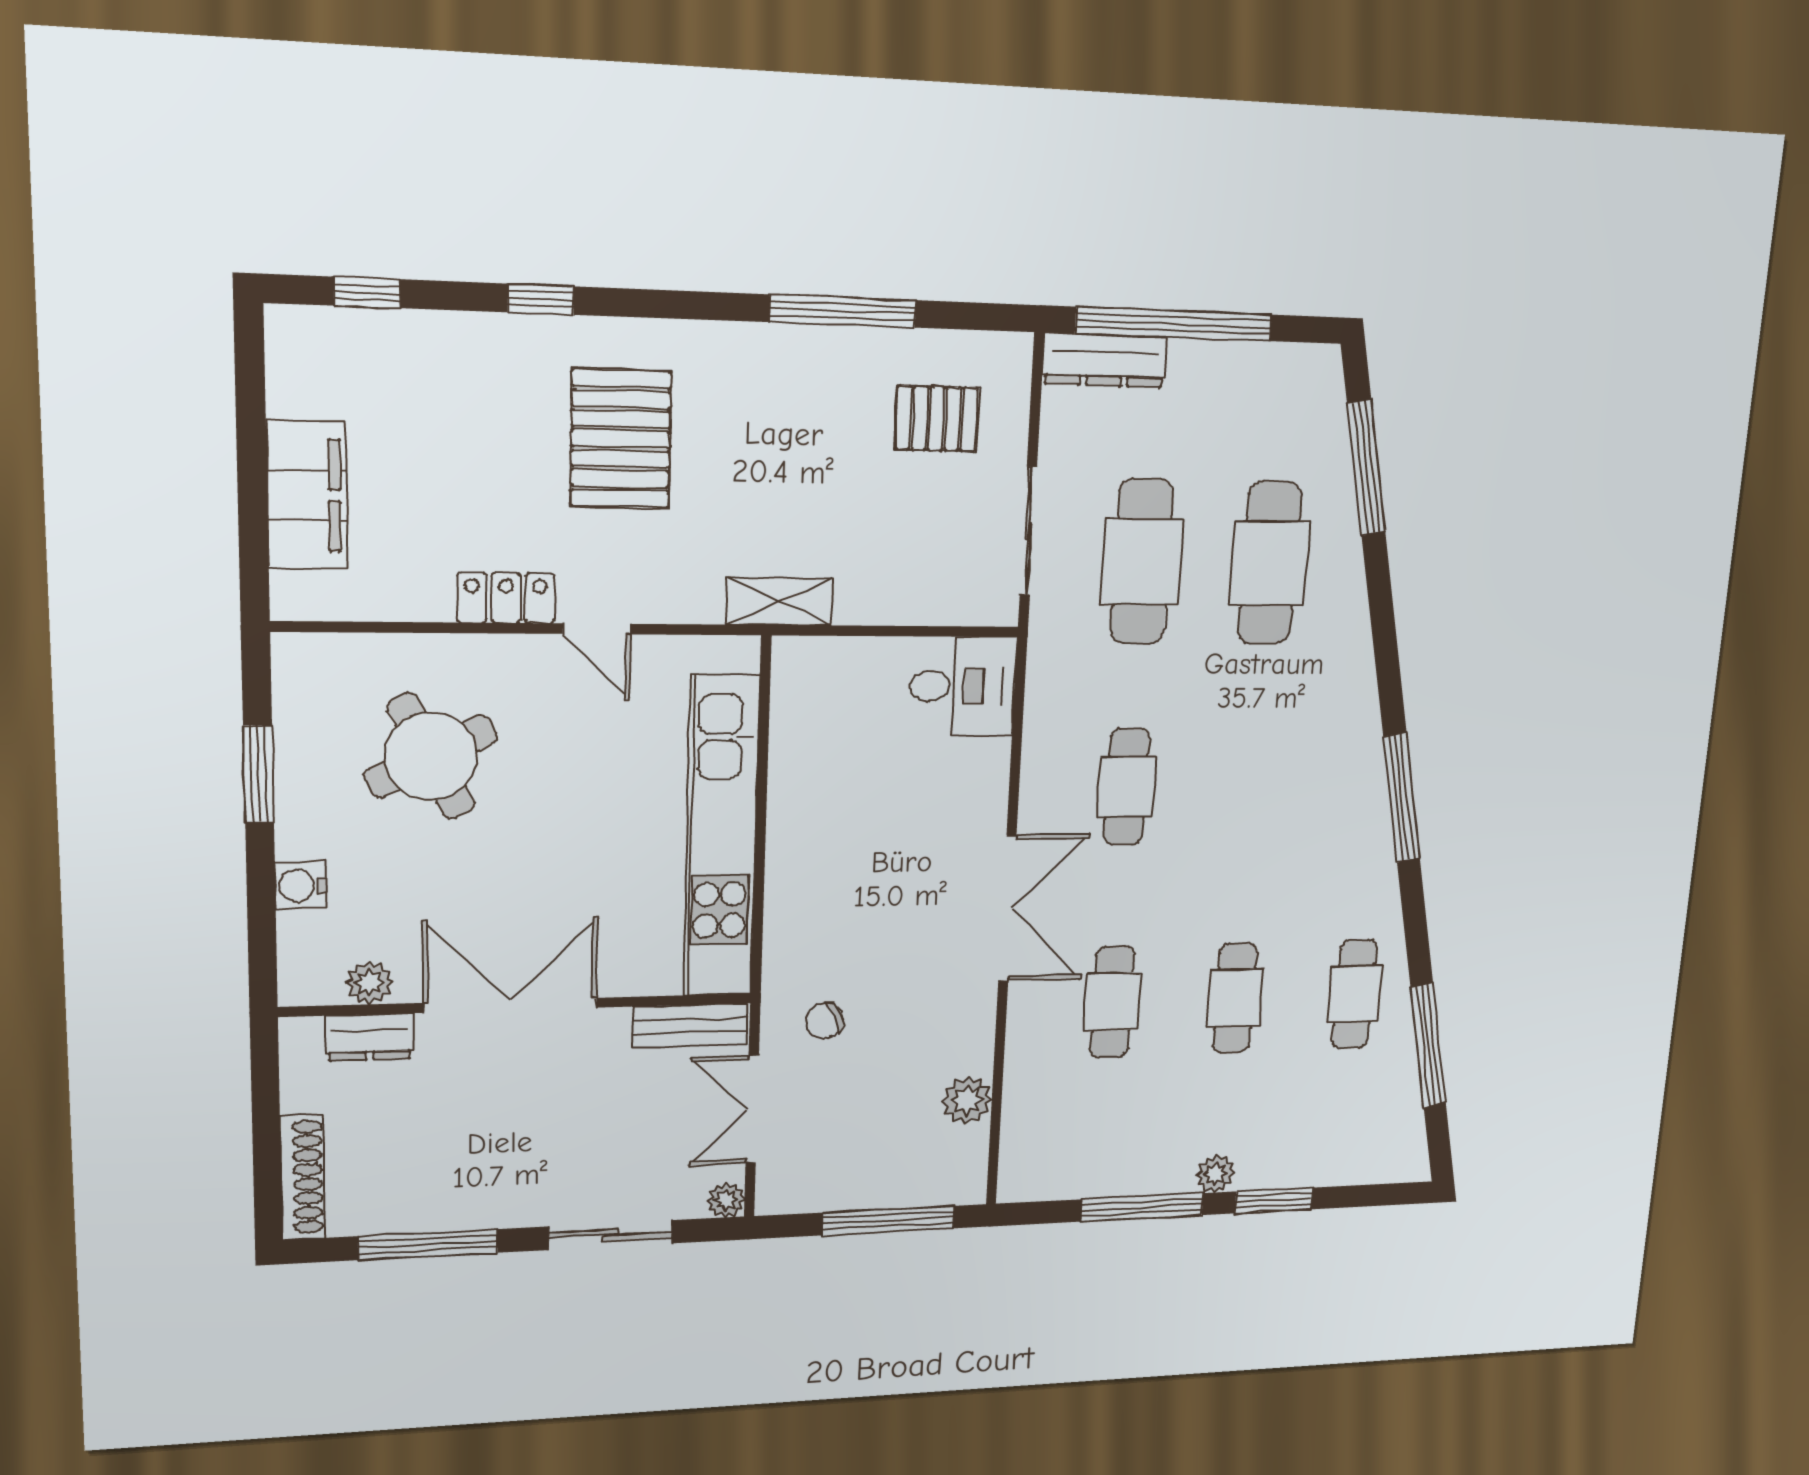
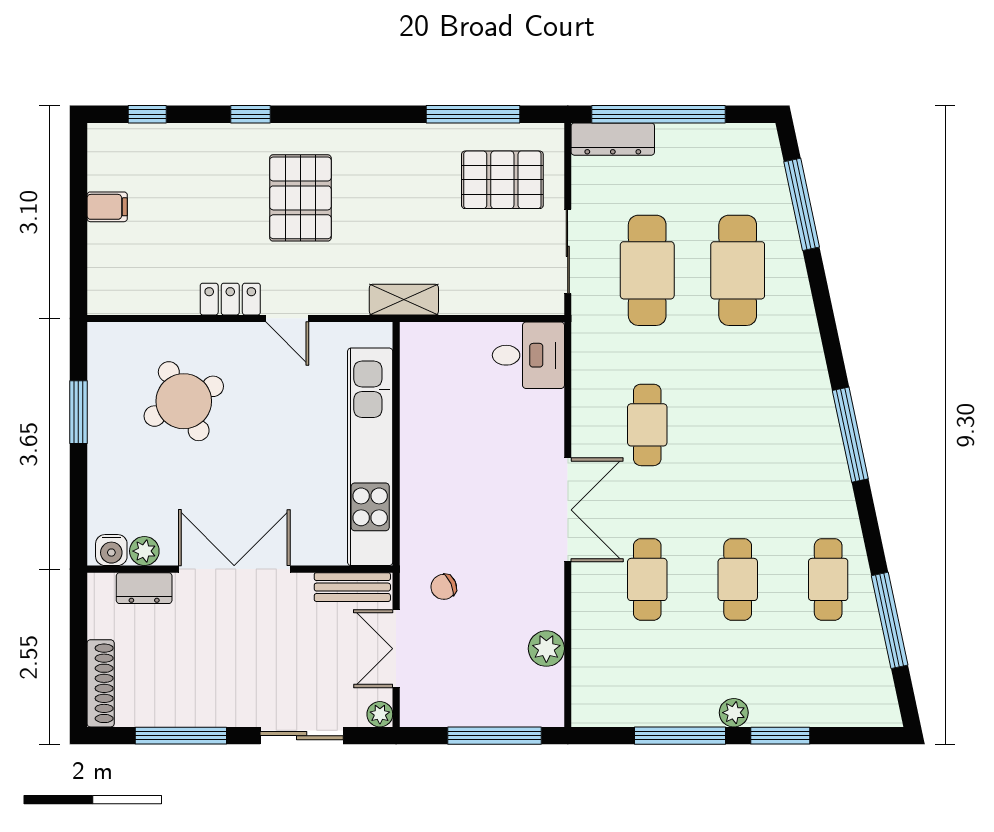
window: (843, 311) -> (473, 114), moved
pallet: (936, 419) -> (502, 180), width x1.50, depth x1.42
filing cabinet: (307, 495) -> (107, 207), width x0.33, depth x0.86
water cooler: (301, 886) -> (111, 550), moved, turned -90

